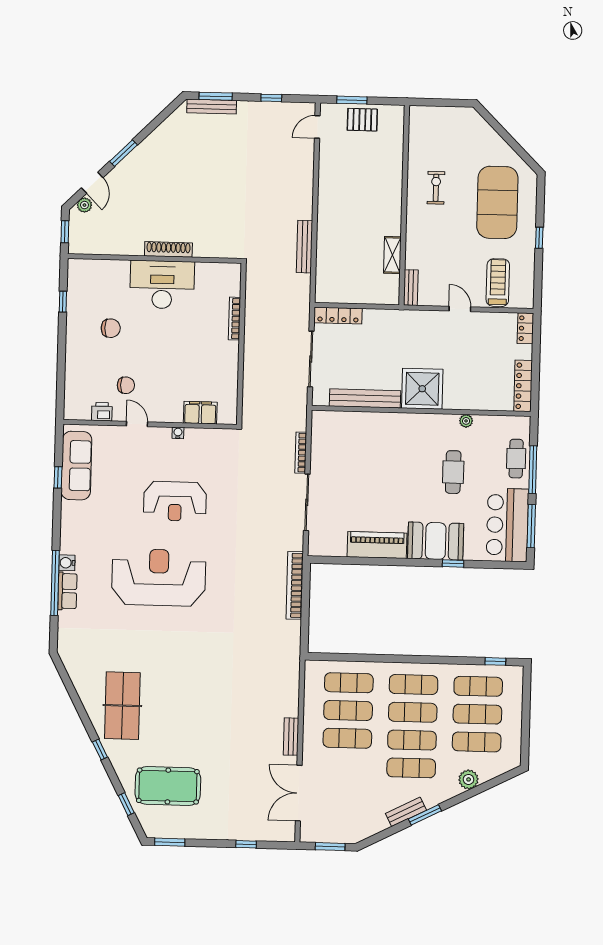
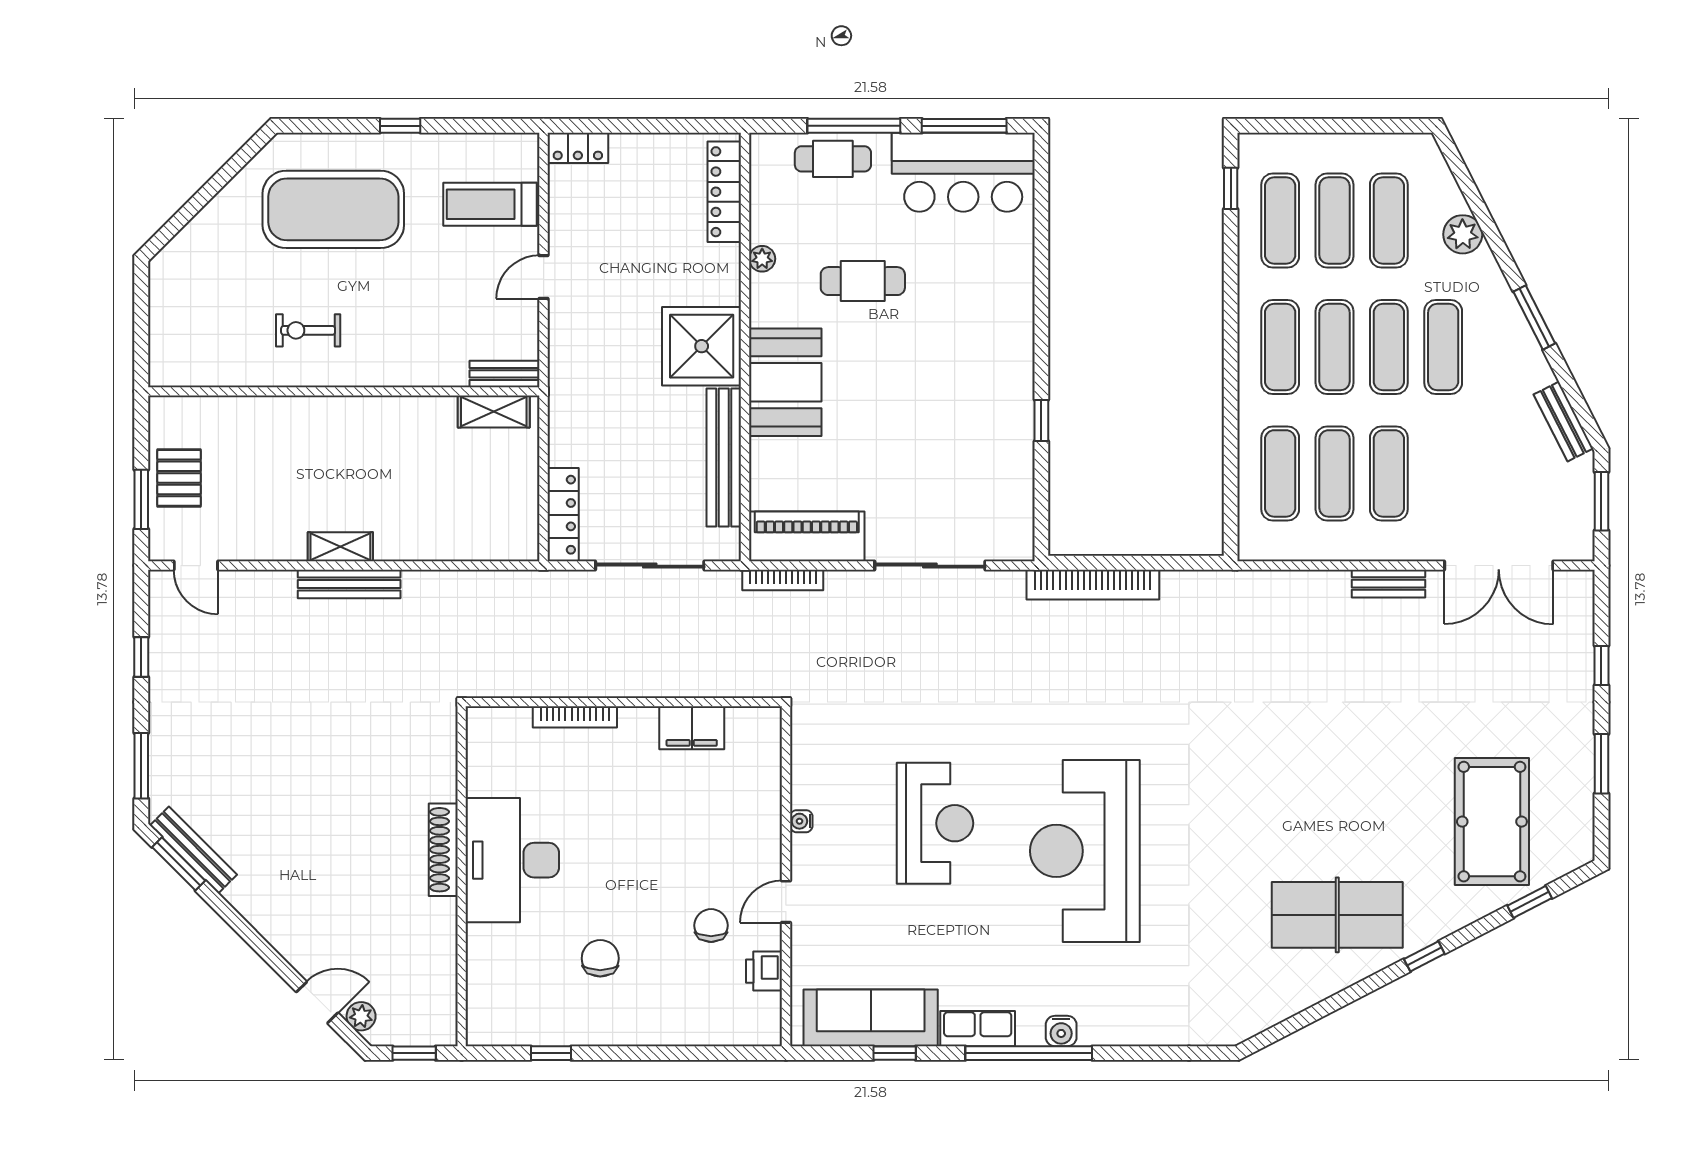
bench: (212, 107) -> (193, 850), moved, turned -45
window: (124, 153) -> (179, 864), moved
shelving: (325, 201) -> (340, 547), added
bench: (304, 247) -> (349, 584), moved
shelving: (392, 255) -> (494, 412), moved
locker: (523, 386) -> (724, 192), moved, turned 90
filing cabinet: (200, 413) -> (692, 728), moved, turned -90
bookcase: (301, 453) -> (783, 580), moved
booth: (436, 541) -> (785, 382), moved
piano: (377, 545) -> (807, 536), moved, turned 90
window: (453, 563) -> (1041, 420), moved
window: (55, 583) -> (1029, 1053), moved
row of seats: (67, 591) -> (978, 1029), moved
bench: (406, 812) -> (1563, 422), moved
window: (170, 842) -> (1601, 764), moved

